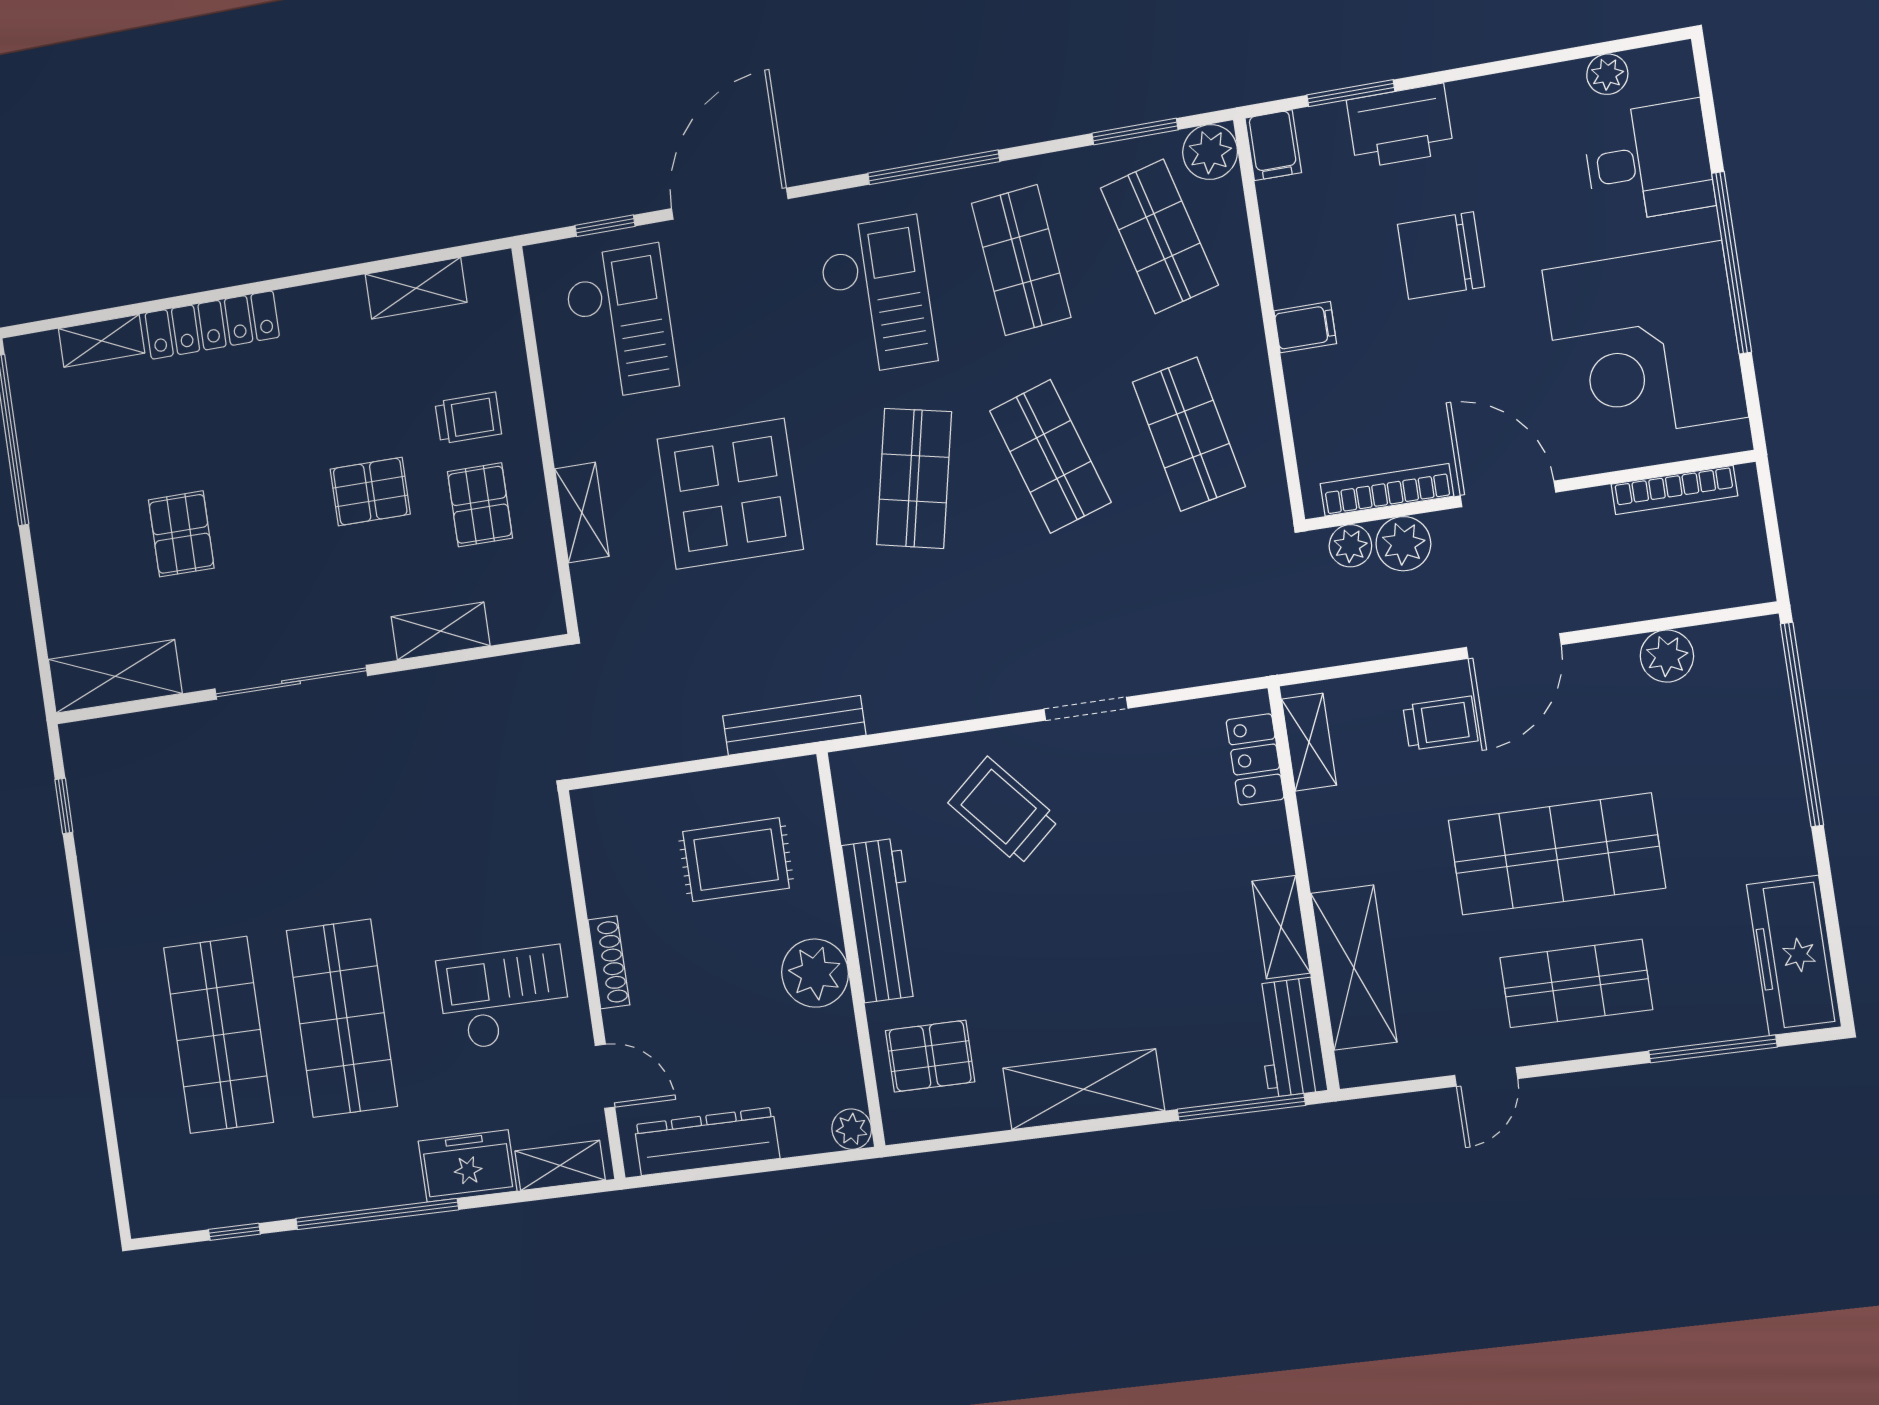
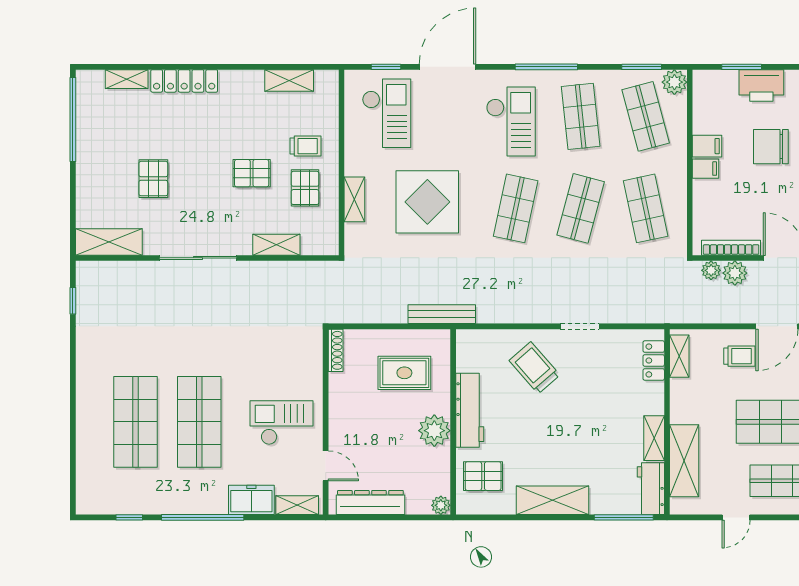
filing cabinet: (1273, 145) -> (707, 146), moved, turned -90
shop shelf: (1050, 456) -> (581, 208), turned 33
shoe rack: (609, 962) -> (336, 350), moved

